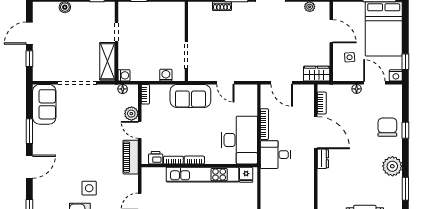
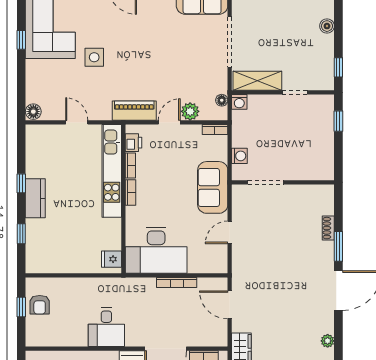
door: (282, 83) -> (230, 305), hinge flipped
desk: (275, 155) -> (106, 327), moved, turned 180
kitchen unit: (203, 175) -> (112, 171), moved

